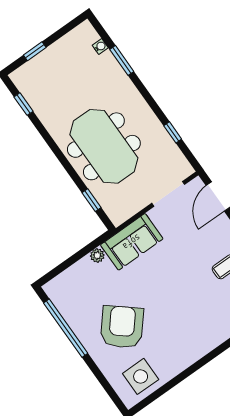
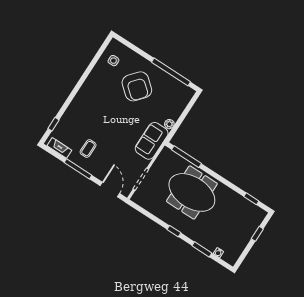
window: (173, 132) -> (174, 231), moved
window: (92, 200) -> (186, 157), width x2.17
side table: (141, 376) -> (113, 61), width x0.54, depth x0.54

